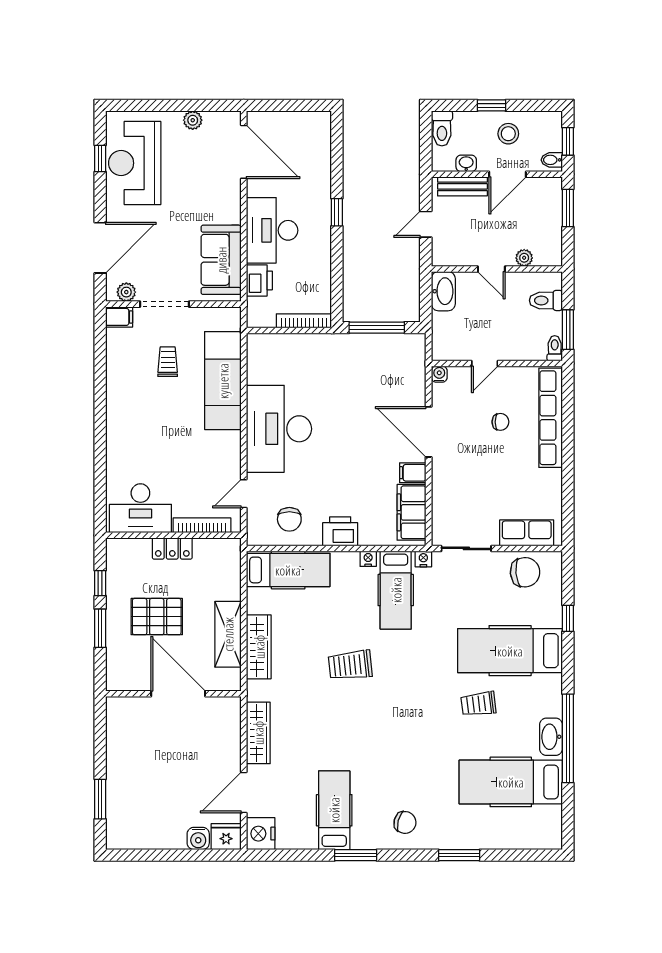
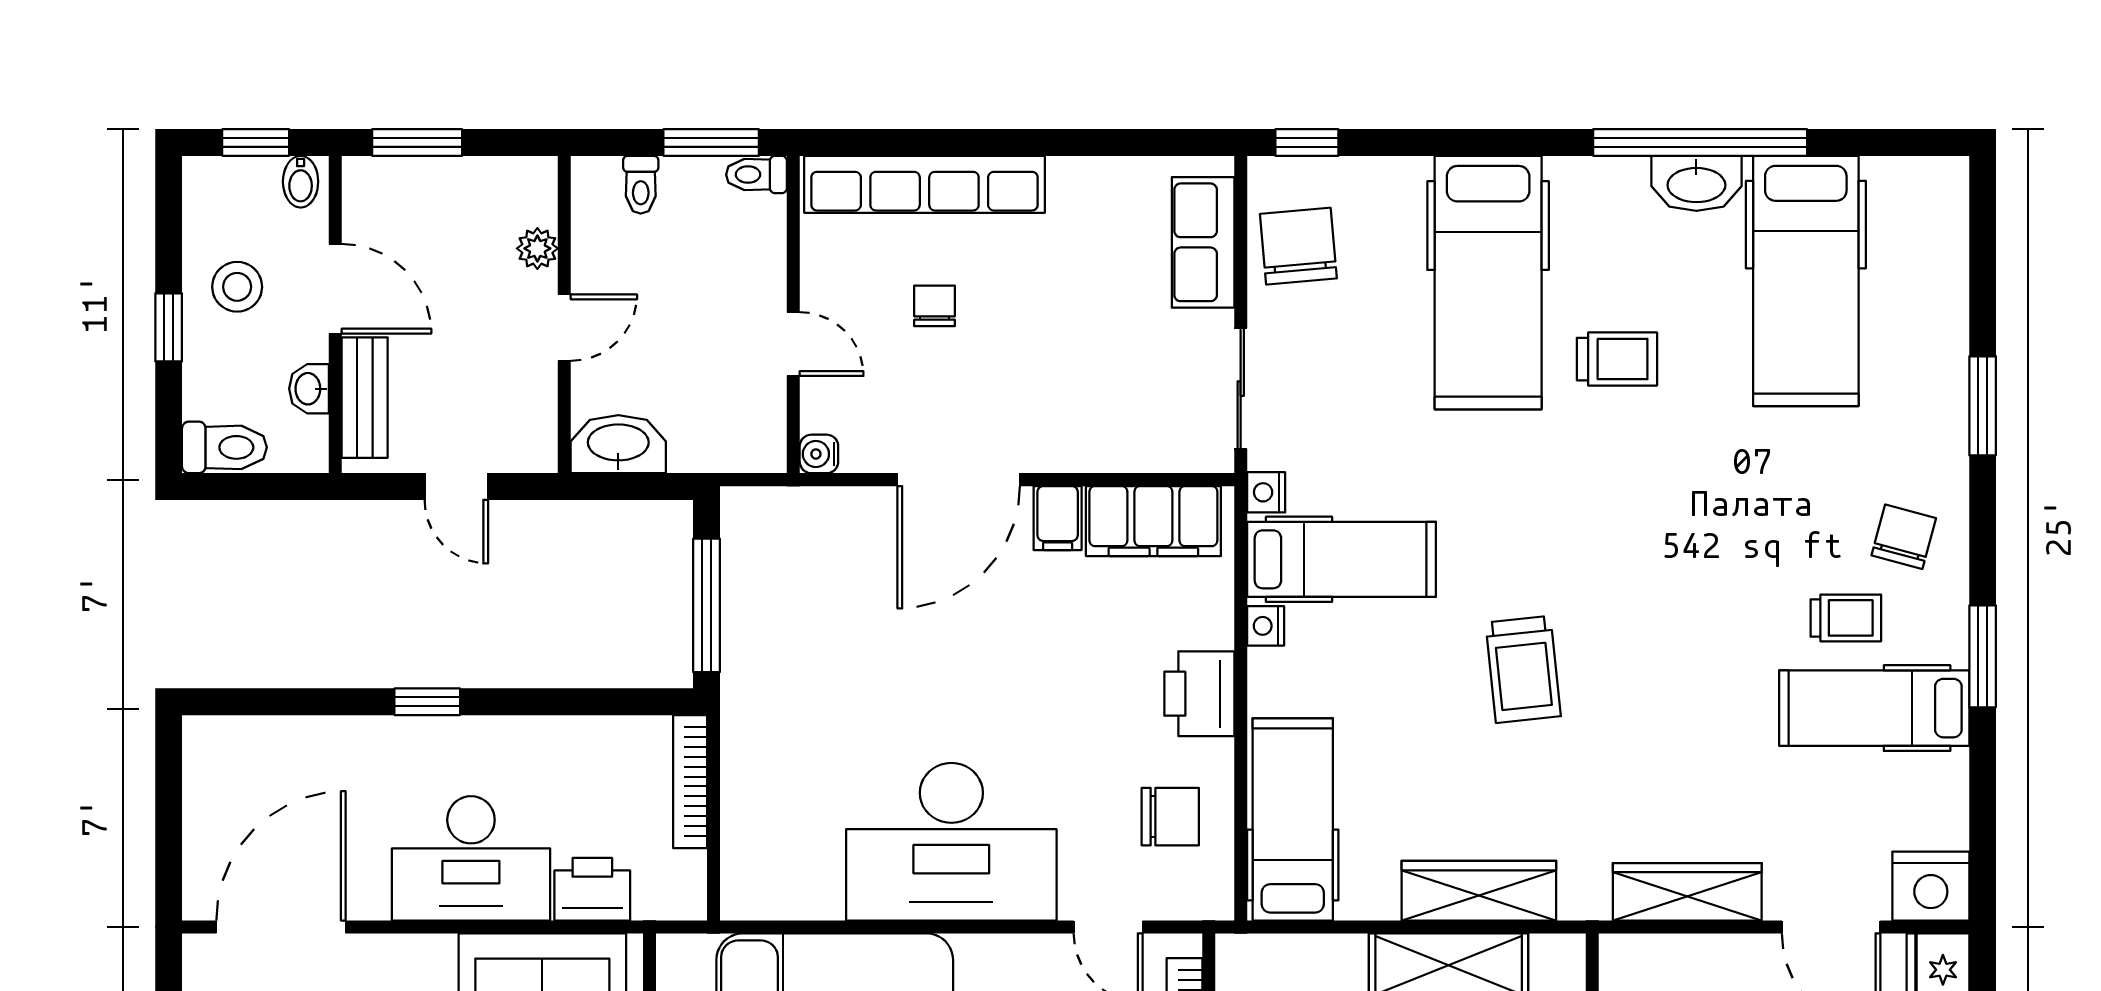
toilet: (546, 300) -> (641, 185), width x0.73, depth x0.72
window: (568, 618) -> (1307, 142), moved
trolley: (478, 704) -> (1617, 359), turned -83
trolley: (371, 798) -> (1846, 618), added

